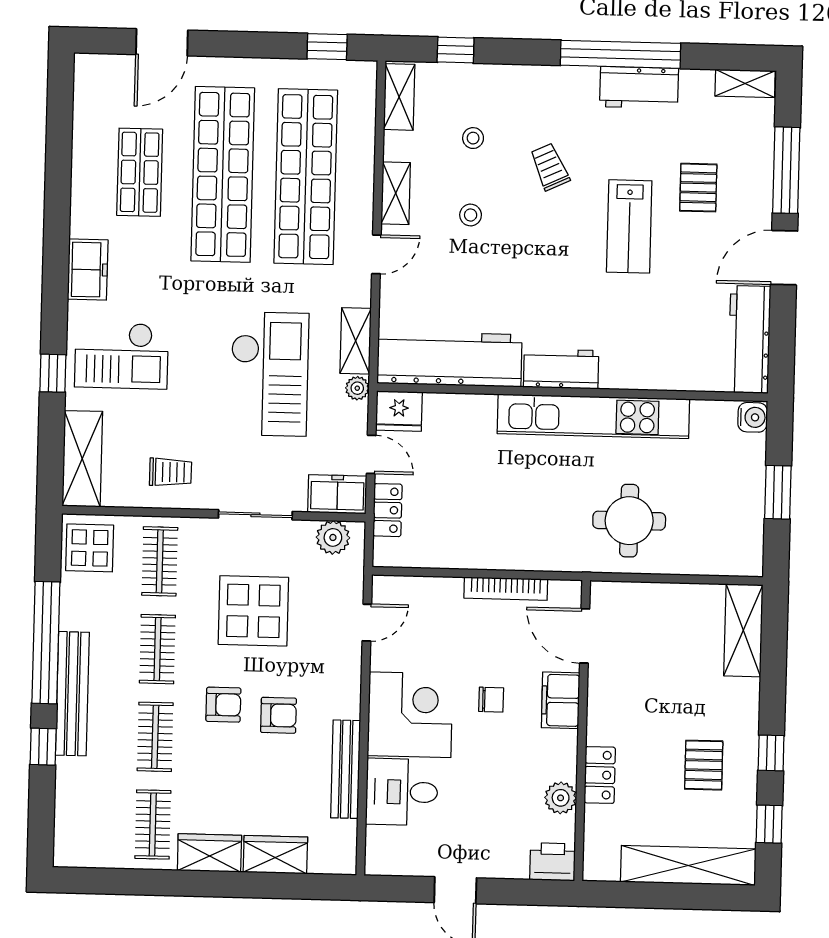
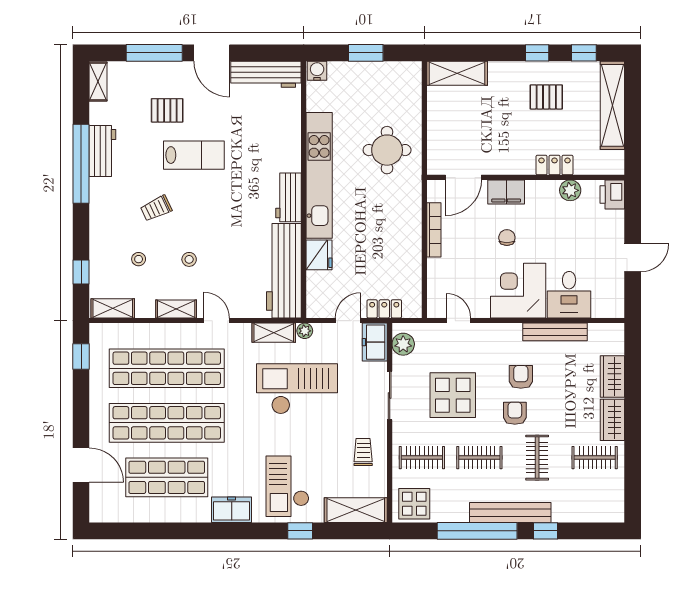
shop shelf: (140, 172) -> (167, 477), width x1.43, depth x1.36
checkout: (121, 356) -> (287, 486), turned 180
fridge: (399, 411) -> (319, 255), moved
clothes rail: (155, 737) -> (537, 458), turned 90

